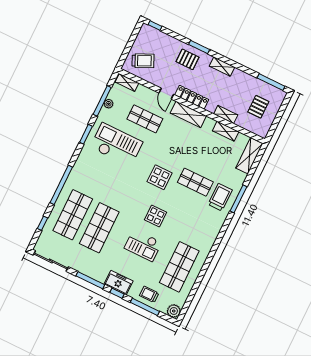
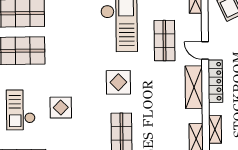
door: (166, 94) -> (205, 50), hinge flipped
display table: (160, 177) -> (118, 82), moved

